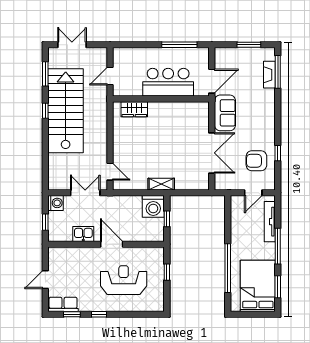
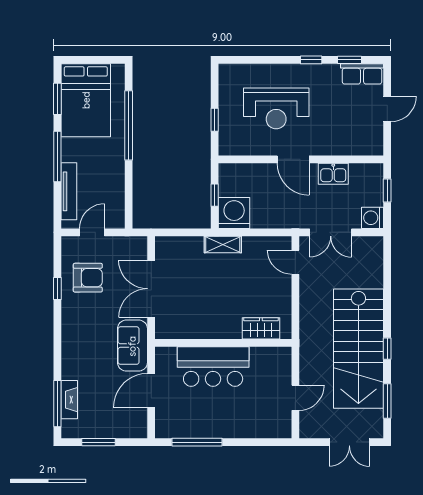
bar counter: (168, 82) -> (213, 367), moved
wall: (161, 99) -> (223, 343), moved
wardrobe: (134, 109) -> (261, 328), moved

